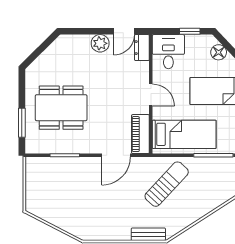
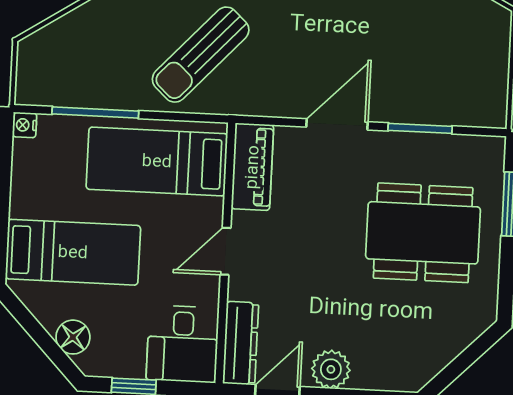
dresser: (142, 48) -> (241, 343), width x1.44
door: (151, 95) -> (226, 251), hinge flipped
door: (116, 155) -> (337, 124), moved

